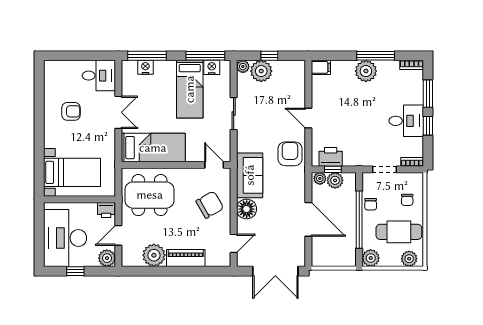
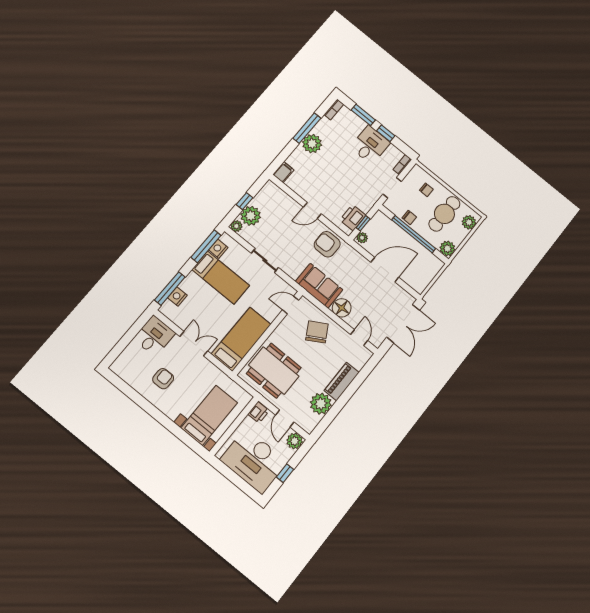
plant: (335, 180) -> (372, 228), removed
dining table: (150, 195) -> (274, 371), turned 90

